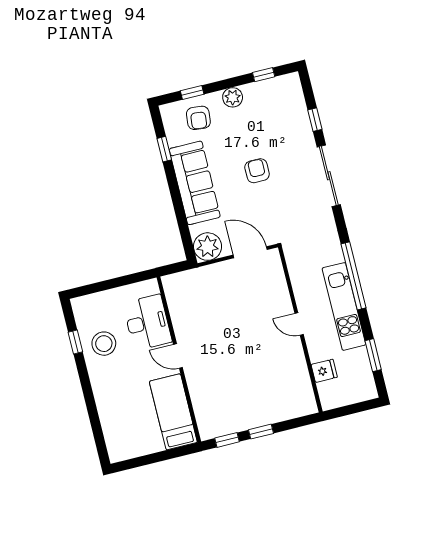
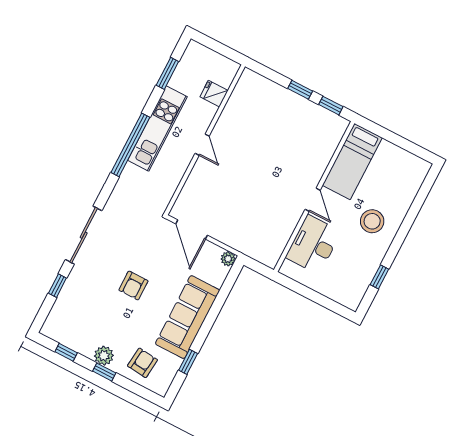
window: (192, 92) -> (104, 372), moved
plant: (208, 247) -> (228, 259), width x0.53, depth x0.53
stool: (104, 344) -> (372, 221), moved

